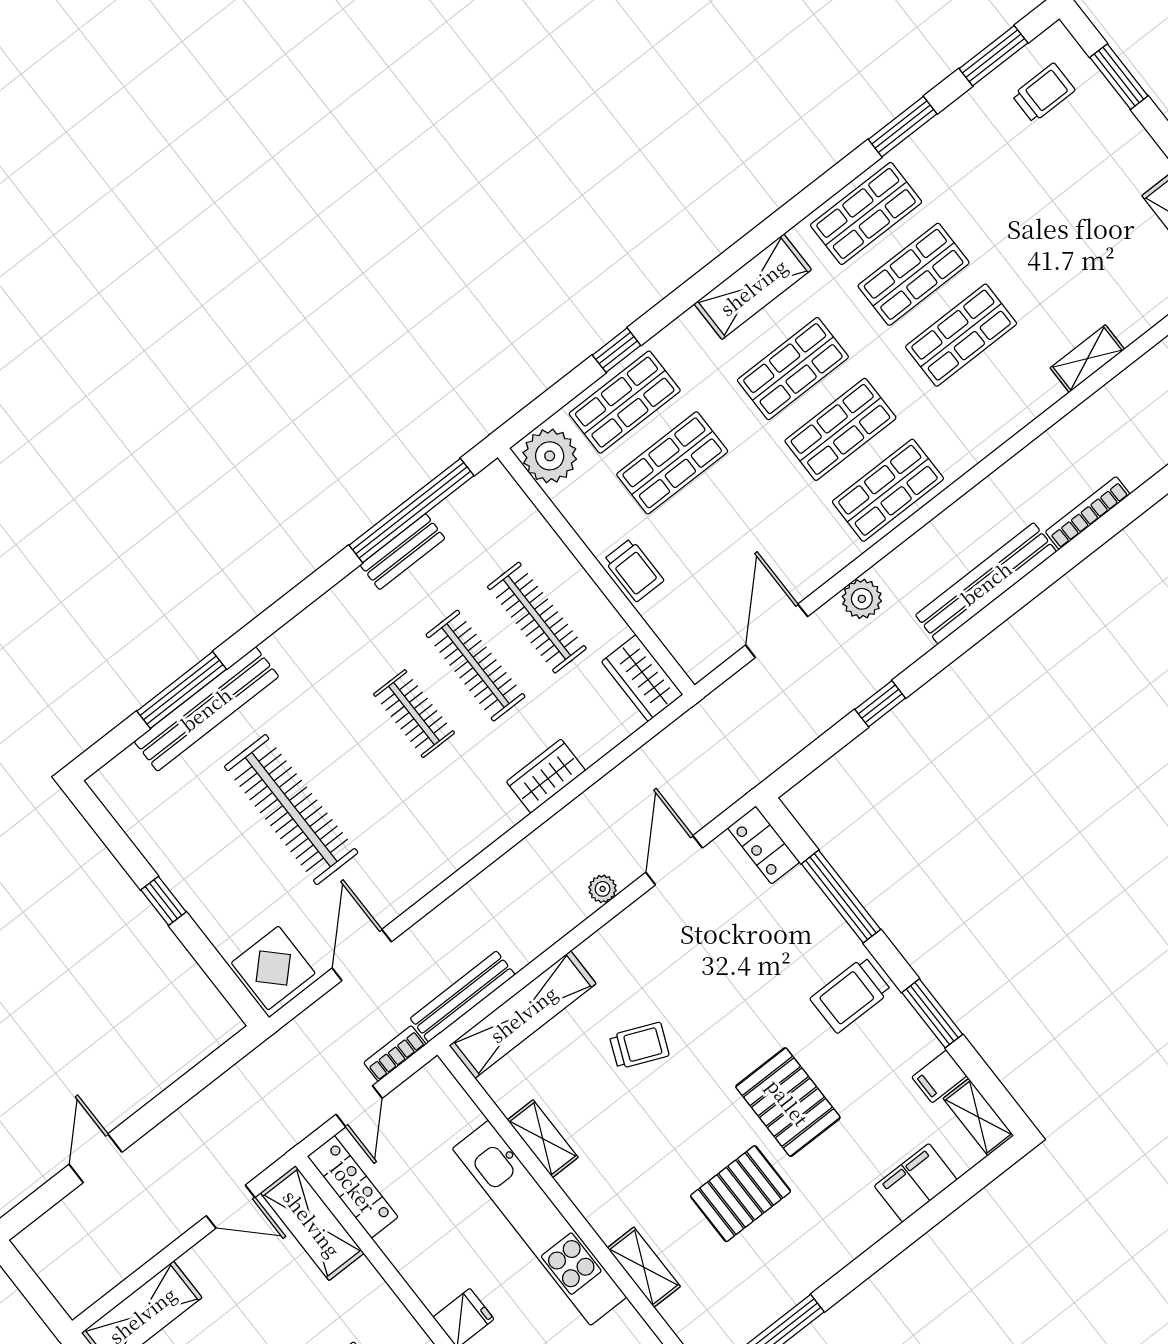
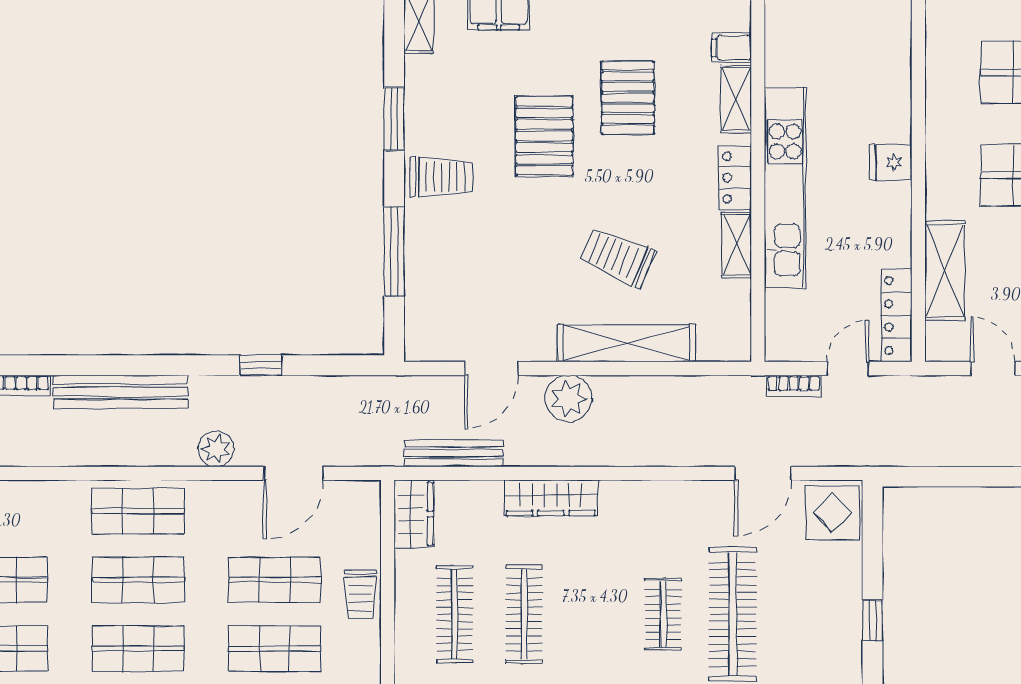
shop shelf: (720, 524) -> (275, 580), added
trolley: (634, 570) -> (361, 594), turned 180
clothes rail: (414, 714) -> (663, 614), moved
wardrobe: (546, 776) -> (551, 498), width x1.50
locker: (764, 845) -> (735, 178), moved, turned 180
plant: (603, 889) -> (568, 398), width x1.88, depth x1.88
bench: (463, 997) -> (454, 453), moved
shelving: (523, 1014) -> (626, 343), moved
trolley: (639, 1046) -> (618, 257), width x1.36, depth x1.39
filing cabinet: (939, 1076) -> (731, 48), moved, turned 180
pallet: (740, 1194) -> (628, 98), turned 90
shelving: (312, 1223) -> (945, 271), moved

